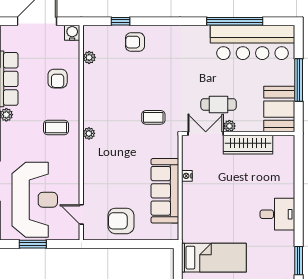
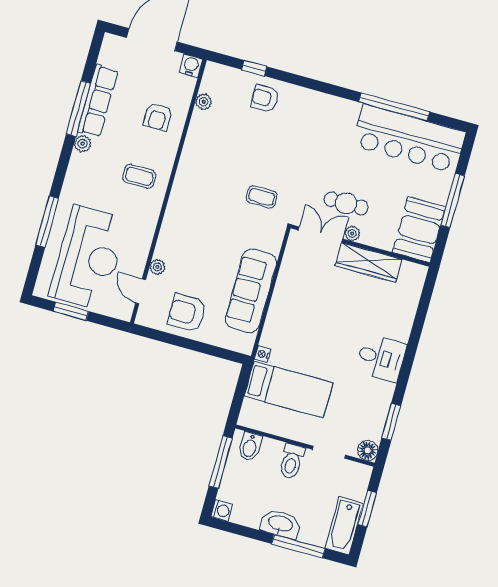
plant: (89, 133) -> (157, 267), moved
nightstand: (187, 176) -> (263, 354), moved

